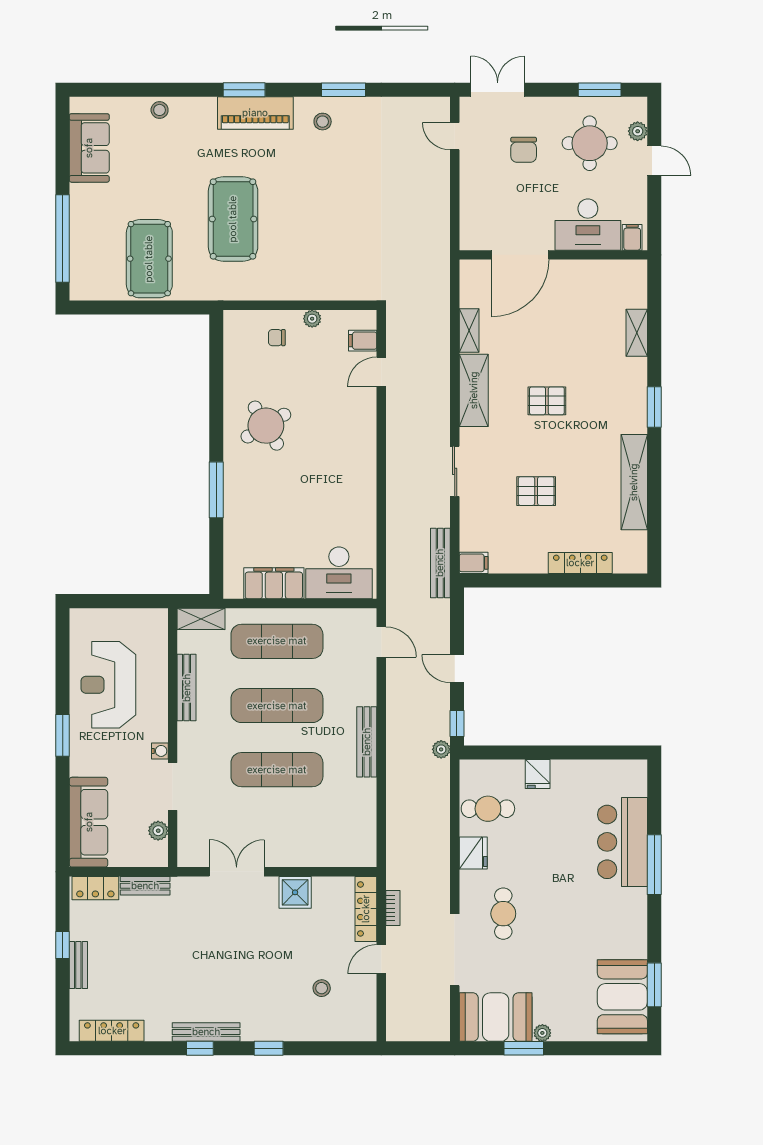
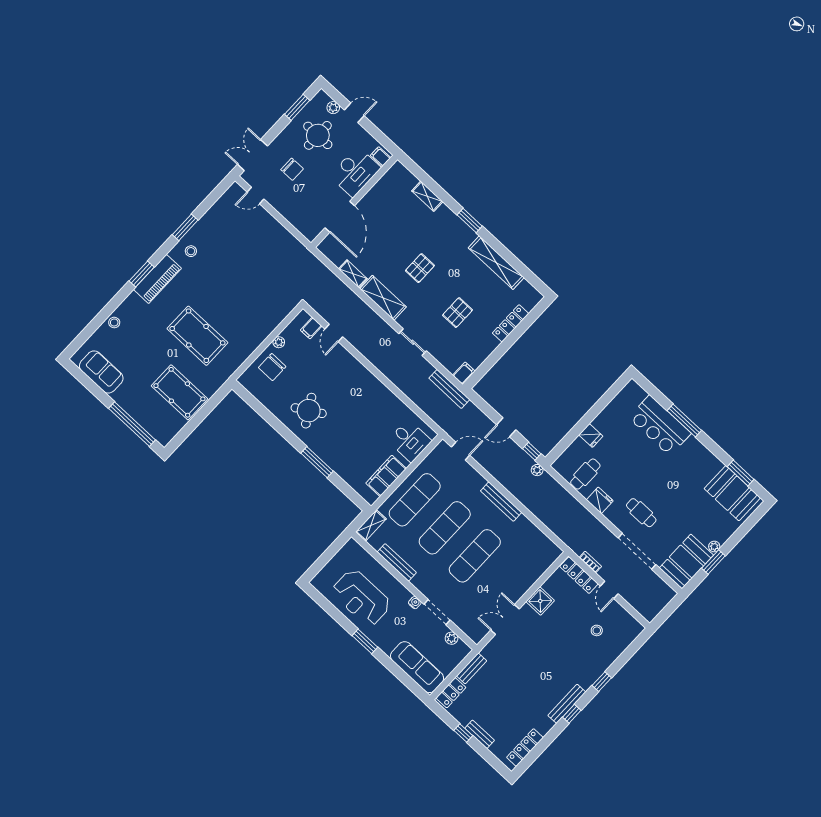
chair: (277, 338) -> (272, 367), width x1.87, depth x1.87
desk: (339, 573) -> (410, 441), width x0.73

